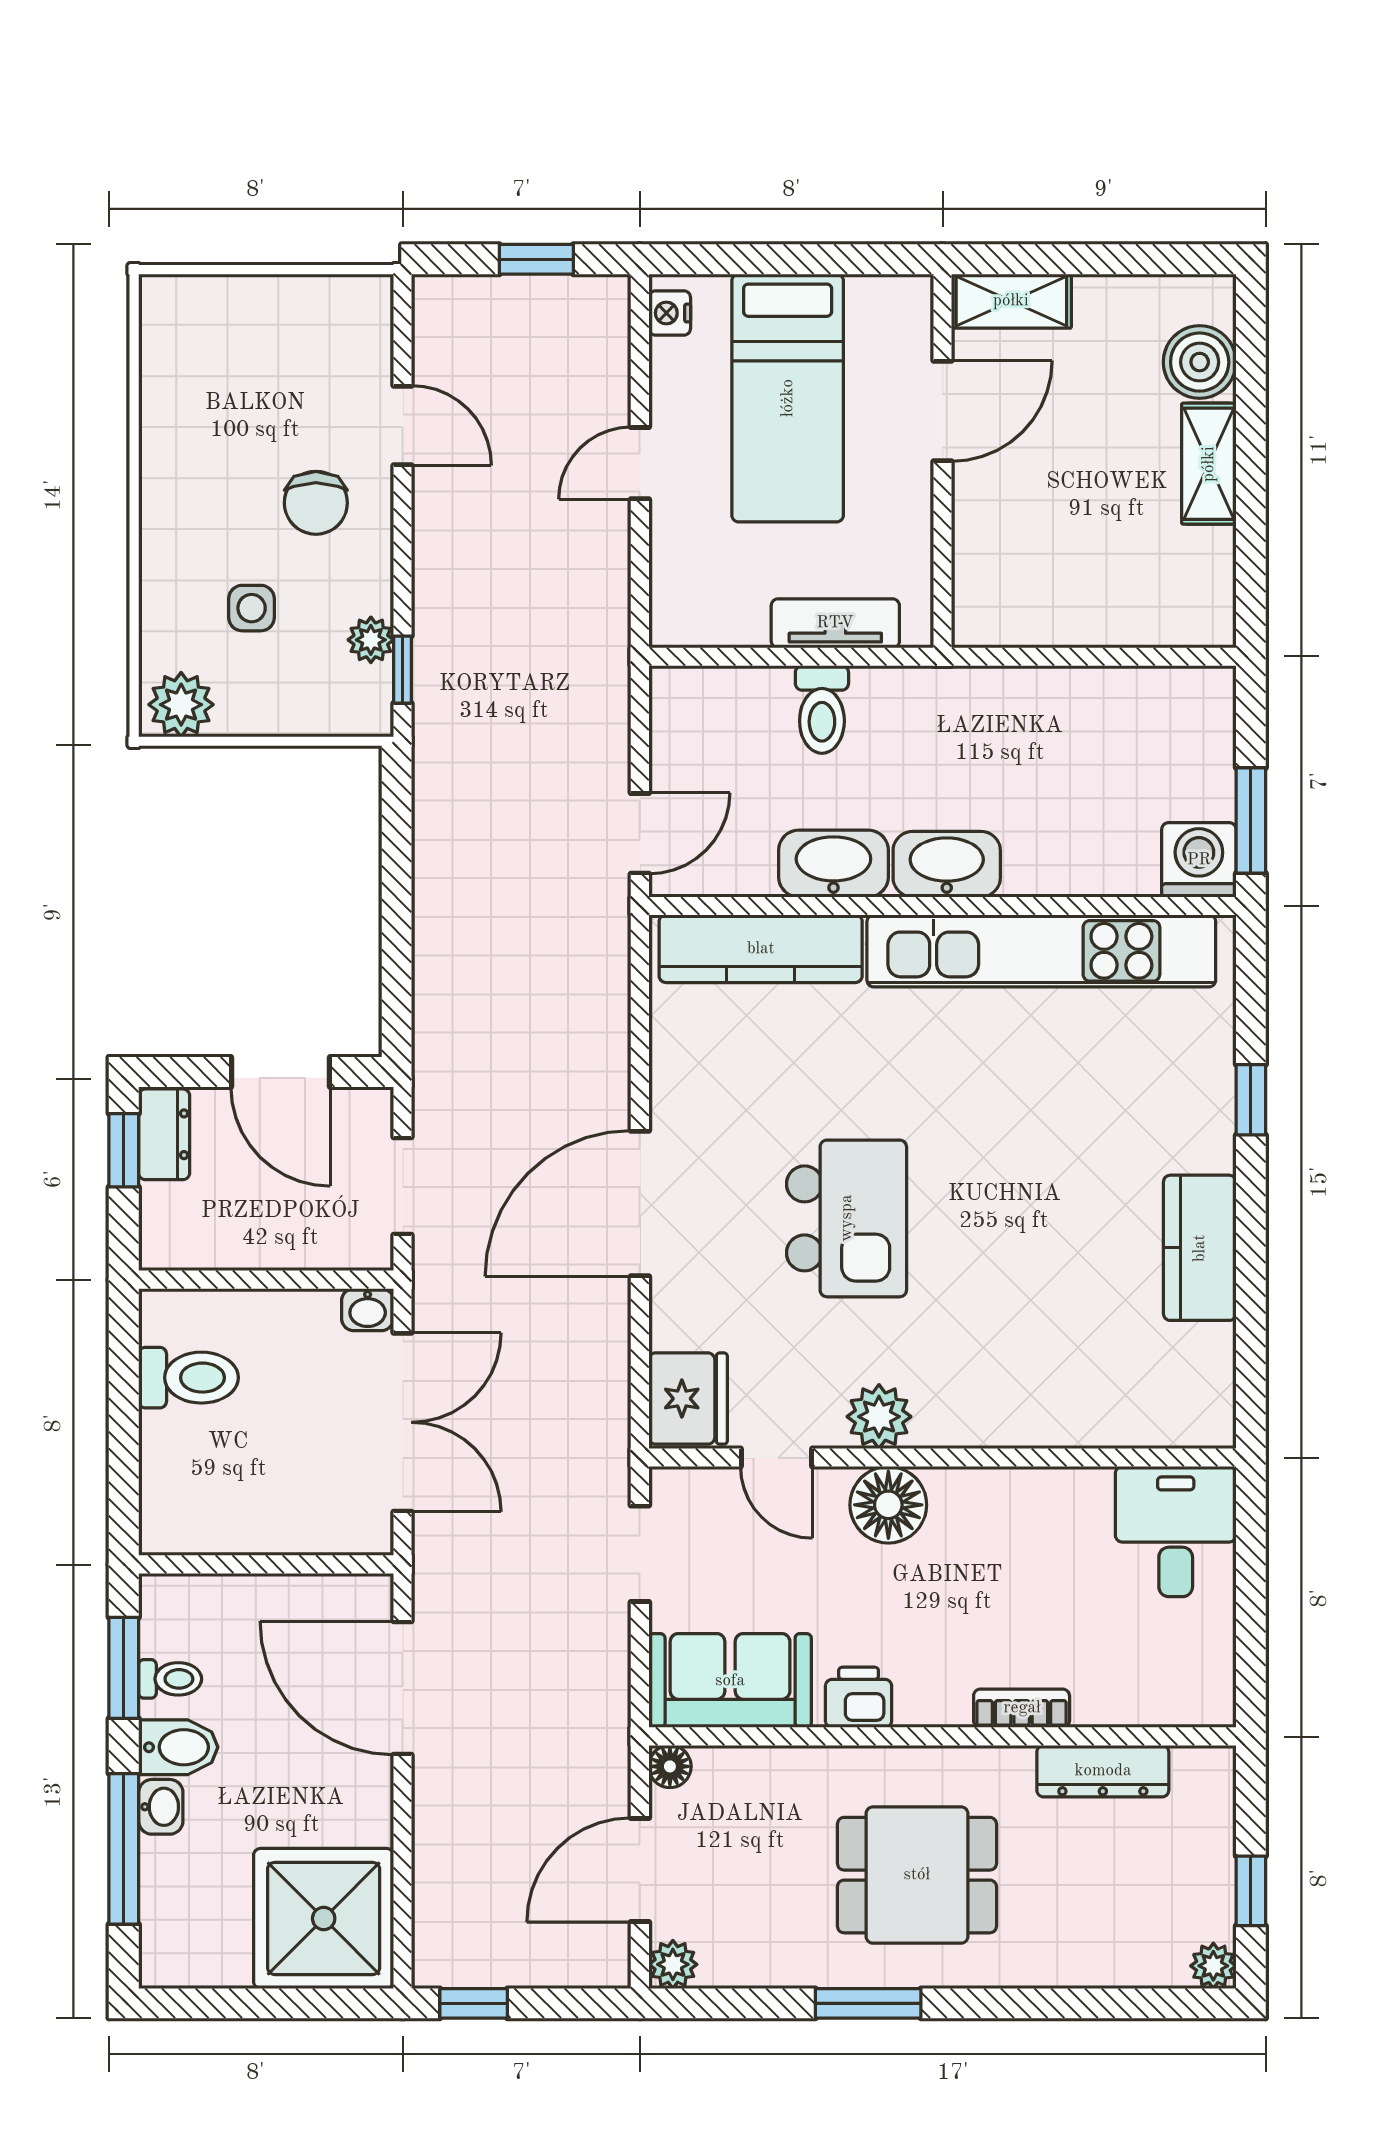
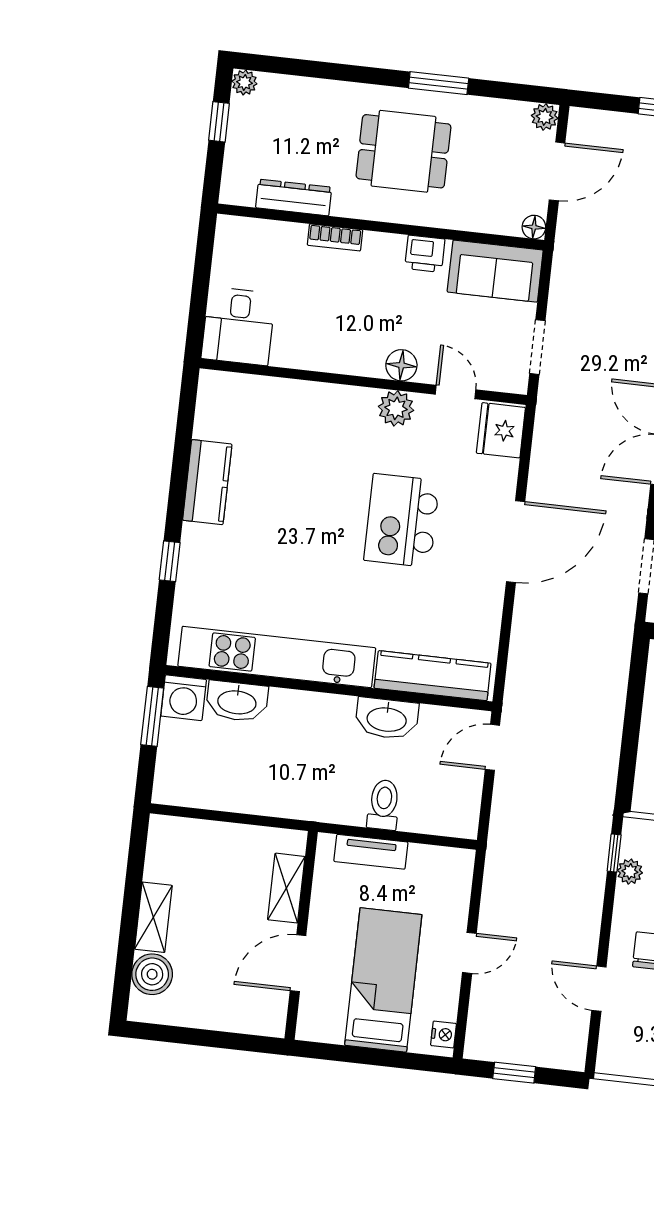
shelving: (1011, 301) -> (286, 888), moved, turned 90
washbasin: (947, 864) -> (237, 701), moved
floor lamp: (888, 1505) -> (401, 365), width x0.73, depth x0.73

